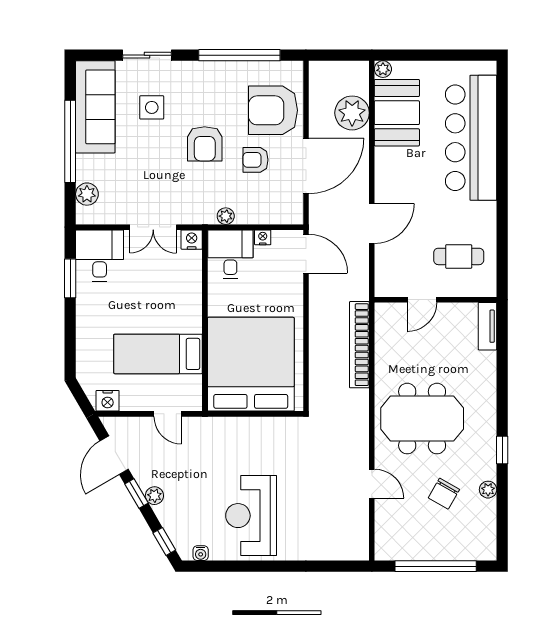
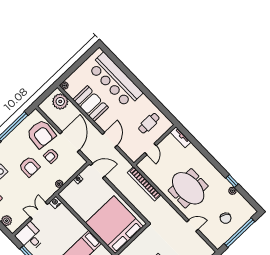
armchair: (273, 110) -> (41, 134), turned -84
plant: (352, 113) -> (60, 101), moved
booth: (397, 113) -> (91, 104), moved
double door: (153, 227) -> (39, 211), swing flipped
desk: (230, 254) -> (73, 195), removed
meeting table: (422, 419) -> (188, 188), turned 90
window: (502, 450) -> (232, 181), moved
chair: (444, 494) -> (226, 218), moved

